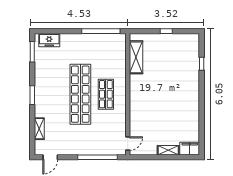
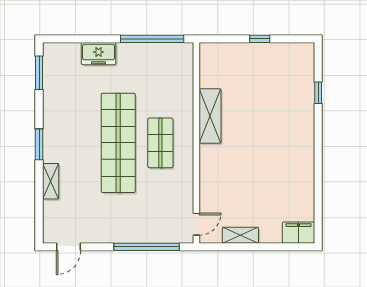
freezer: (49, 40) -> (99, 54), moved
shelving: (136, 57) -> (210, 116), moved
shelving: (39, 129) -> (51, 181), moved
shelving: (168, 150) -> (240, 235), moved

